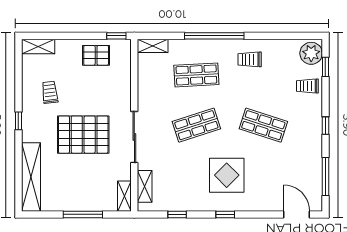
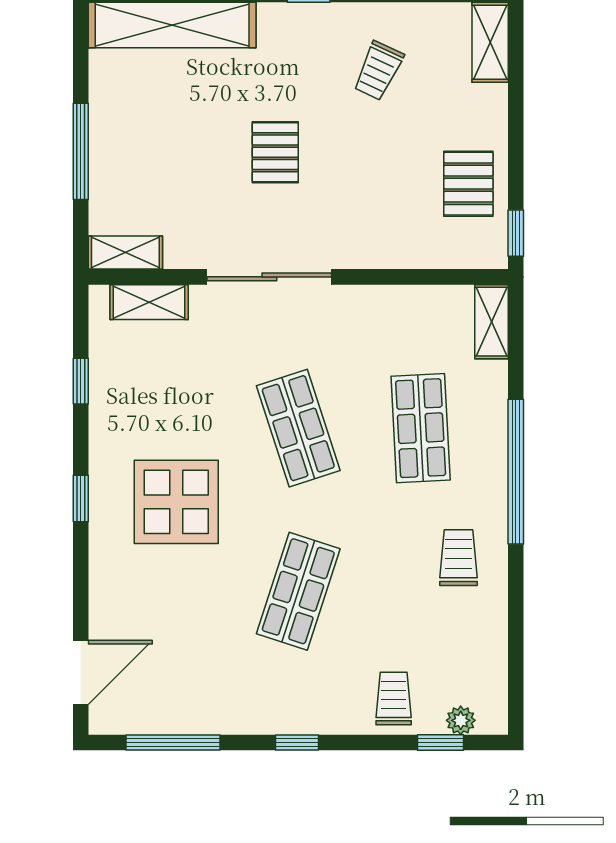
plant: (311, 53) -> (461, 720), width x0.53, depth x0.53
trolley: (50, 92) -> (378, 71), turned 122
pallet: (83, 135) -> (275, 152), width x0.49, depth x0.50

